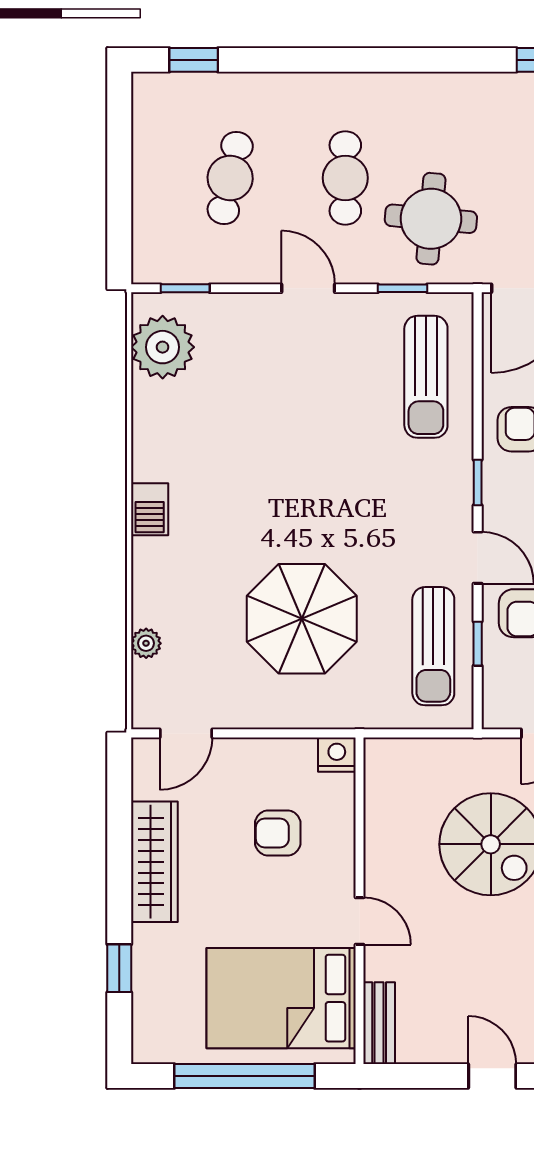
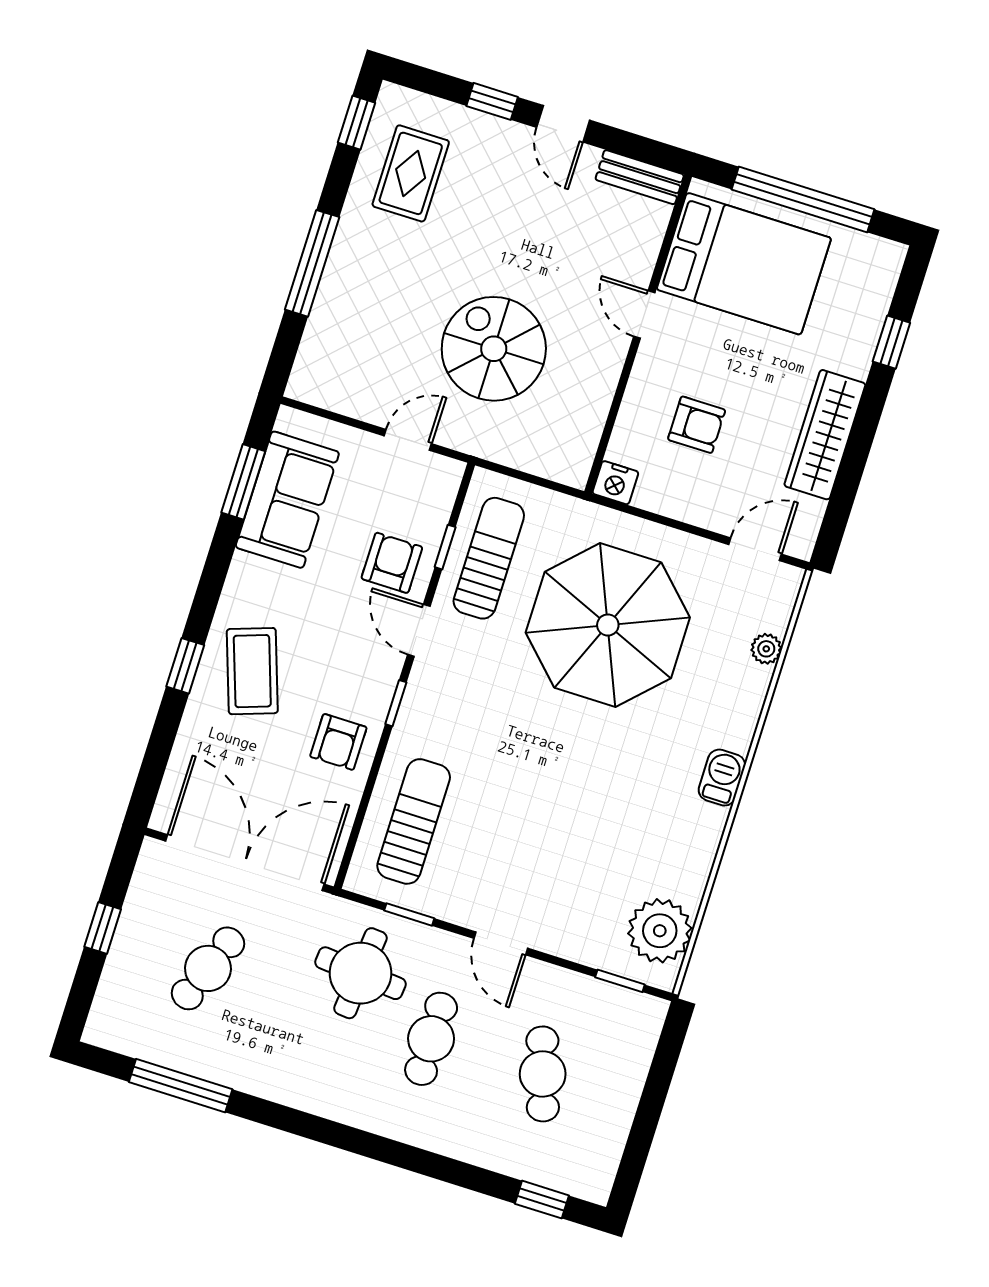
cafe table: (230, 178) -> (543, 1074), turned -30
parasol: (302, 619) -> (608, 625), width x1.36, depth x1.36
bench: (379, 1023) -> (640, 177), moved, turned 90

